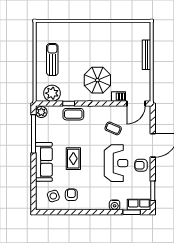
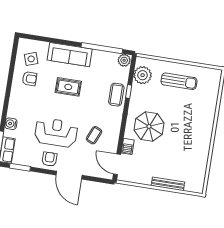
reception desk: (116, 163) -> (56, 132), turned 180

